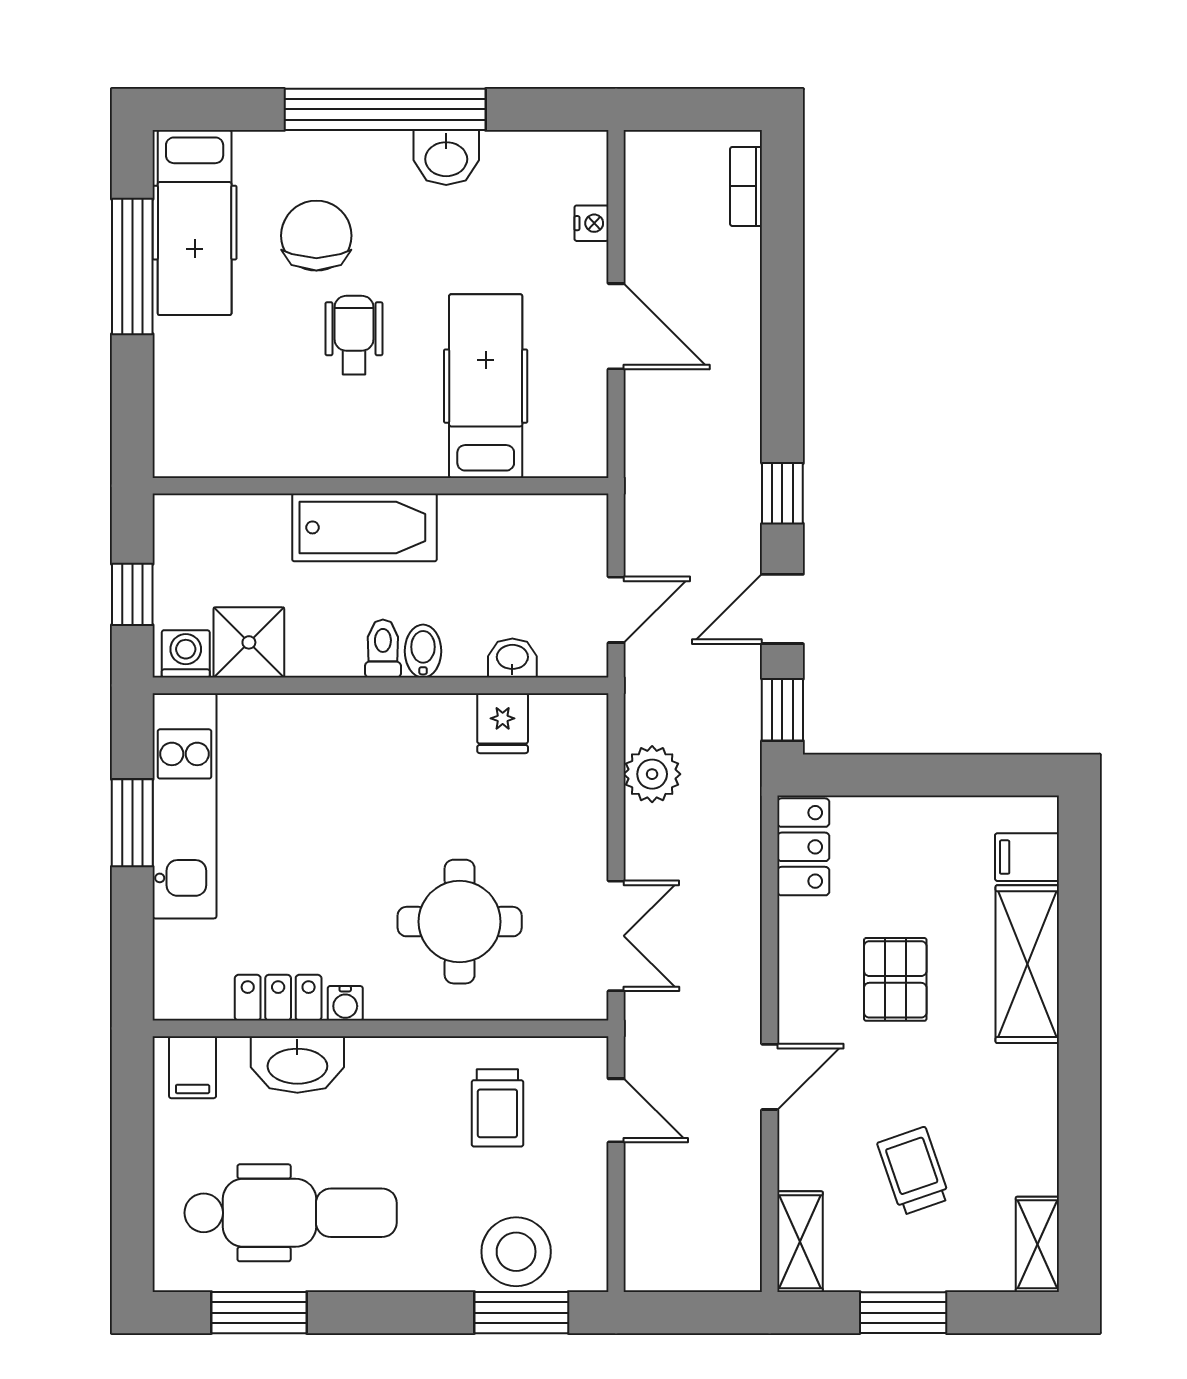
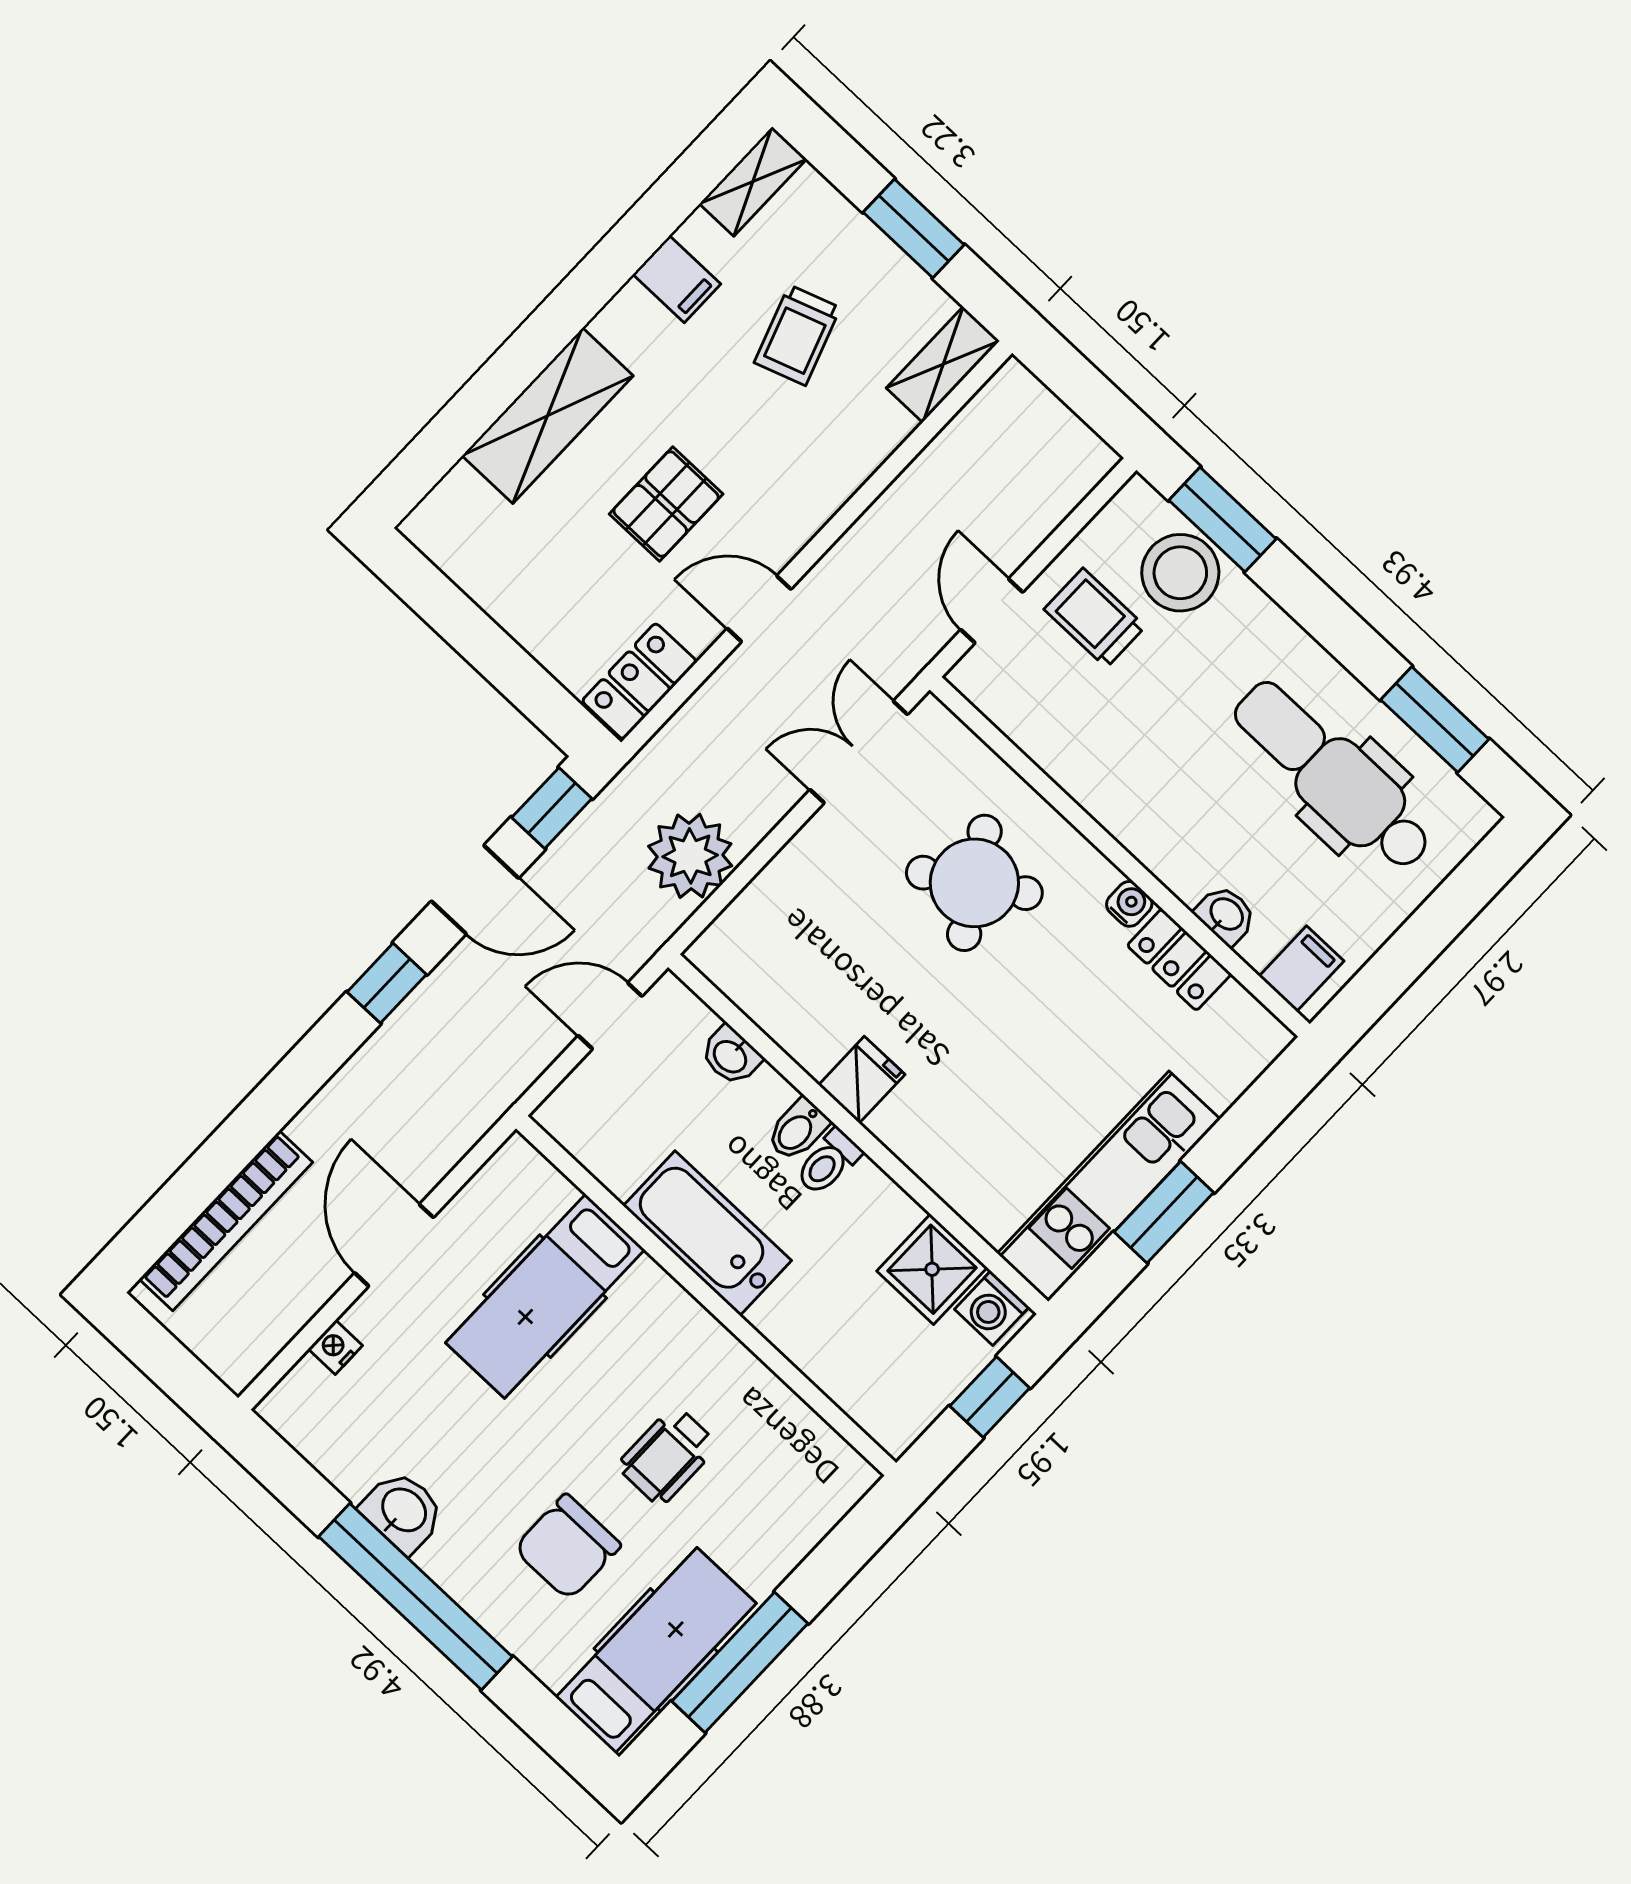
bookcase: (746, 186) -> (226, 1221), width x2.31, depth x1.31
wheelchair: (354, 335) -> (667, 1456), moved
bathtub: (364, 527) -> (707, 1233), moved
fridge: (503, 723) -> (862, 1080), moved
plant: (652, 774) -> (690, 856), width x1.36, depth x1.36
filing cabinet: (1027, 857) -> (677, 279), moved
round table: (460, 922) -> (974, 883), turned -32
washbasin: (297, 1064) -> (1226, 915), width x0.52, depth x0.69
door: (770, 1077) -> (759, 609), moved
trolley: (497, 1108) -> (1095, 618), moved, turned -90

